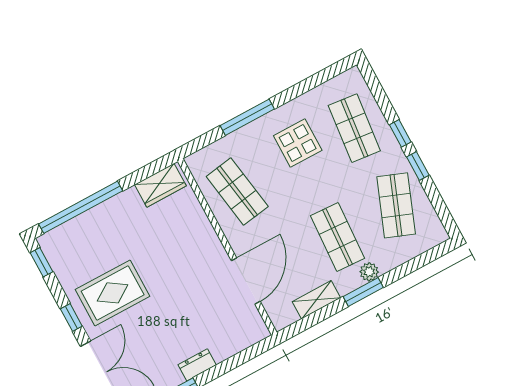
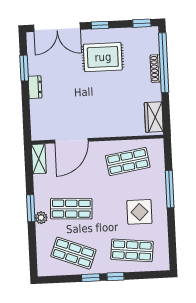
shoe rack: (94, 214) -> (155, 69), added
door: (246, 281) -> (71, 141), hinge flipped
rug: (113, 293) -> (103, 57), turned 90
shelving: (316, 300) -> (39, 159), moved

